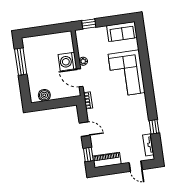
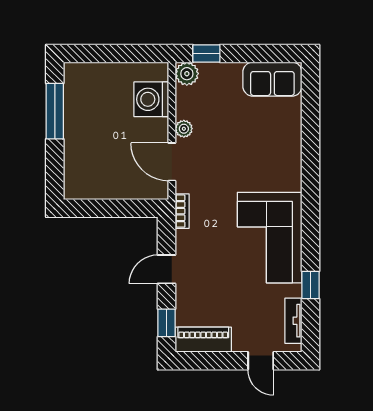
plant: (81, 35) -> (187, 74), added
washing machine: (67, 62) -> (151, 99), moved
corner sofa: (127, 73) -> (270, 238), moved
boiler: (44, 95) -> (94, 187), removed
door: (85, 129) -> (167, 269), swing flipped

